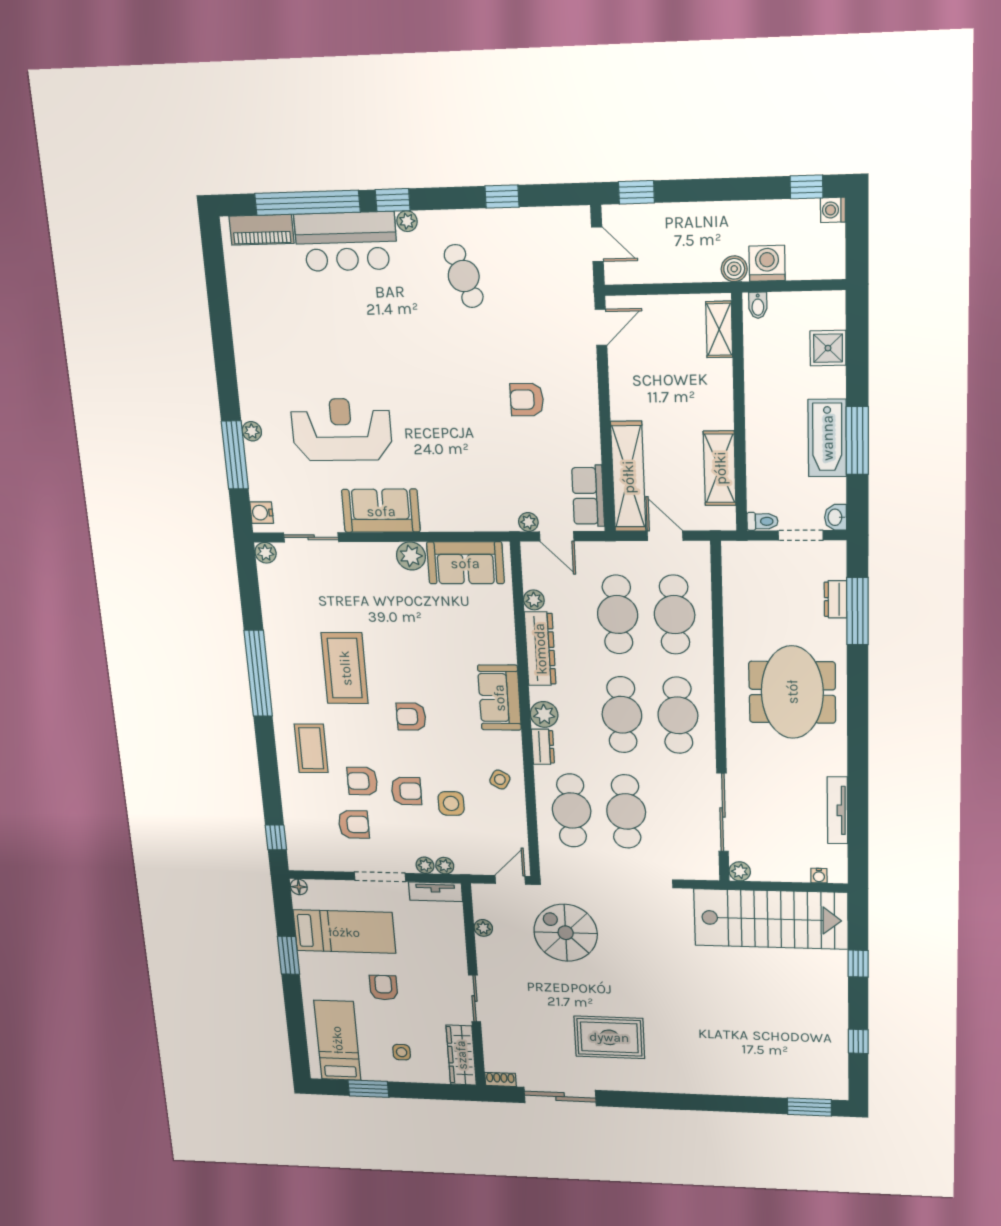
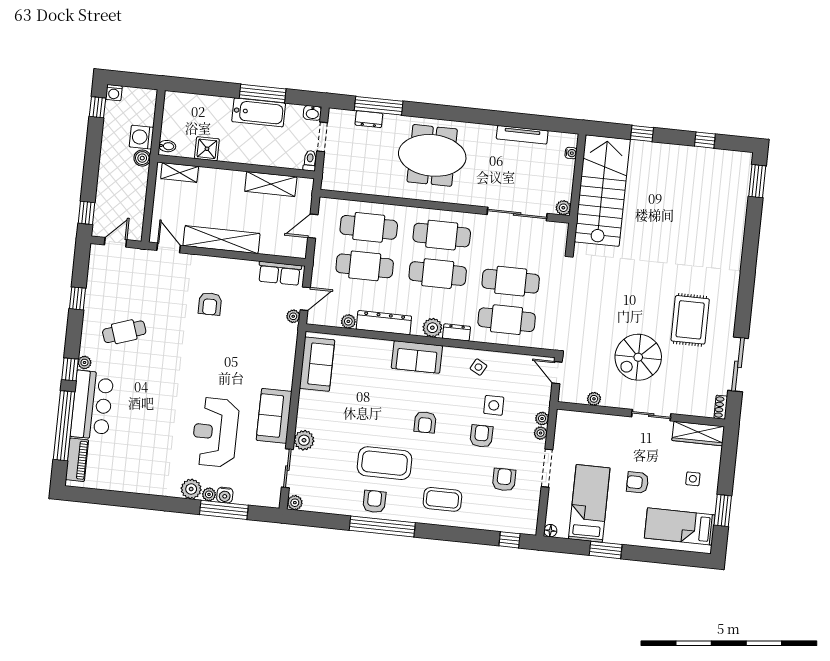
shower: (828, 348) -> (207, 149), moved
plant: (254, 405) -> (191, 489), added
shelving: (628, 477) -> (222, 240), moved
water cooler: (262, 513) -> (225, 495), moved
plant: (411, 556) -> (304, 440), moved
armchair: (362, 781) -> (374, 502), moved, turned 180
tv unit: (436, 892) -> (562, 429), removed
spiral stairs: (566, 933) -> (638, 357), moved

